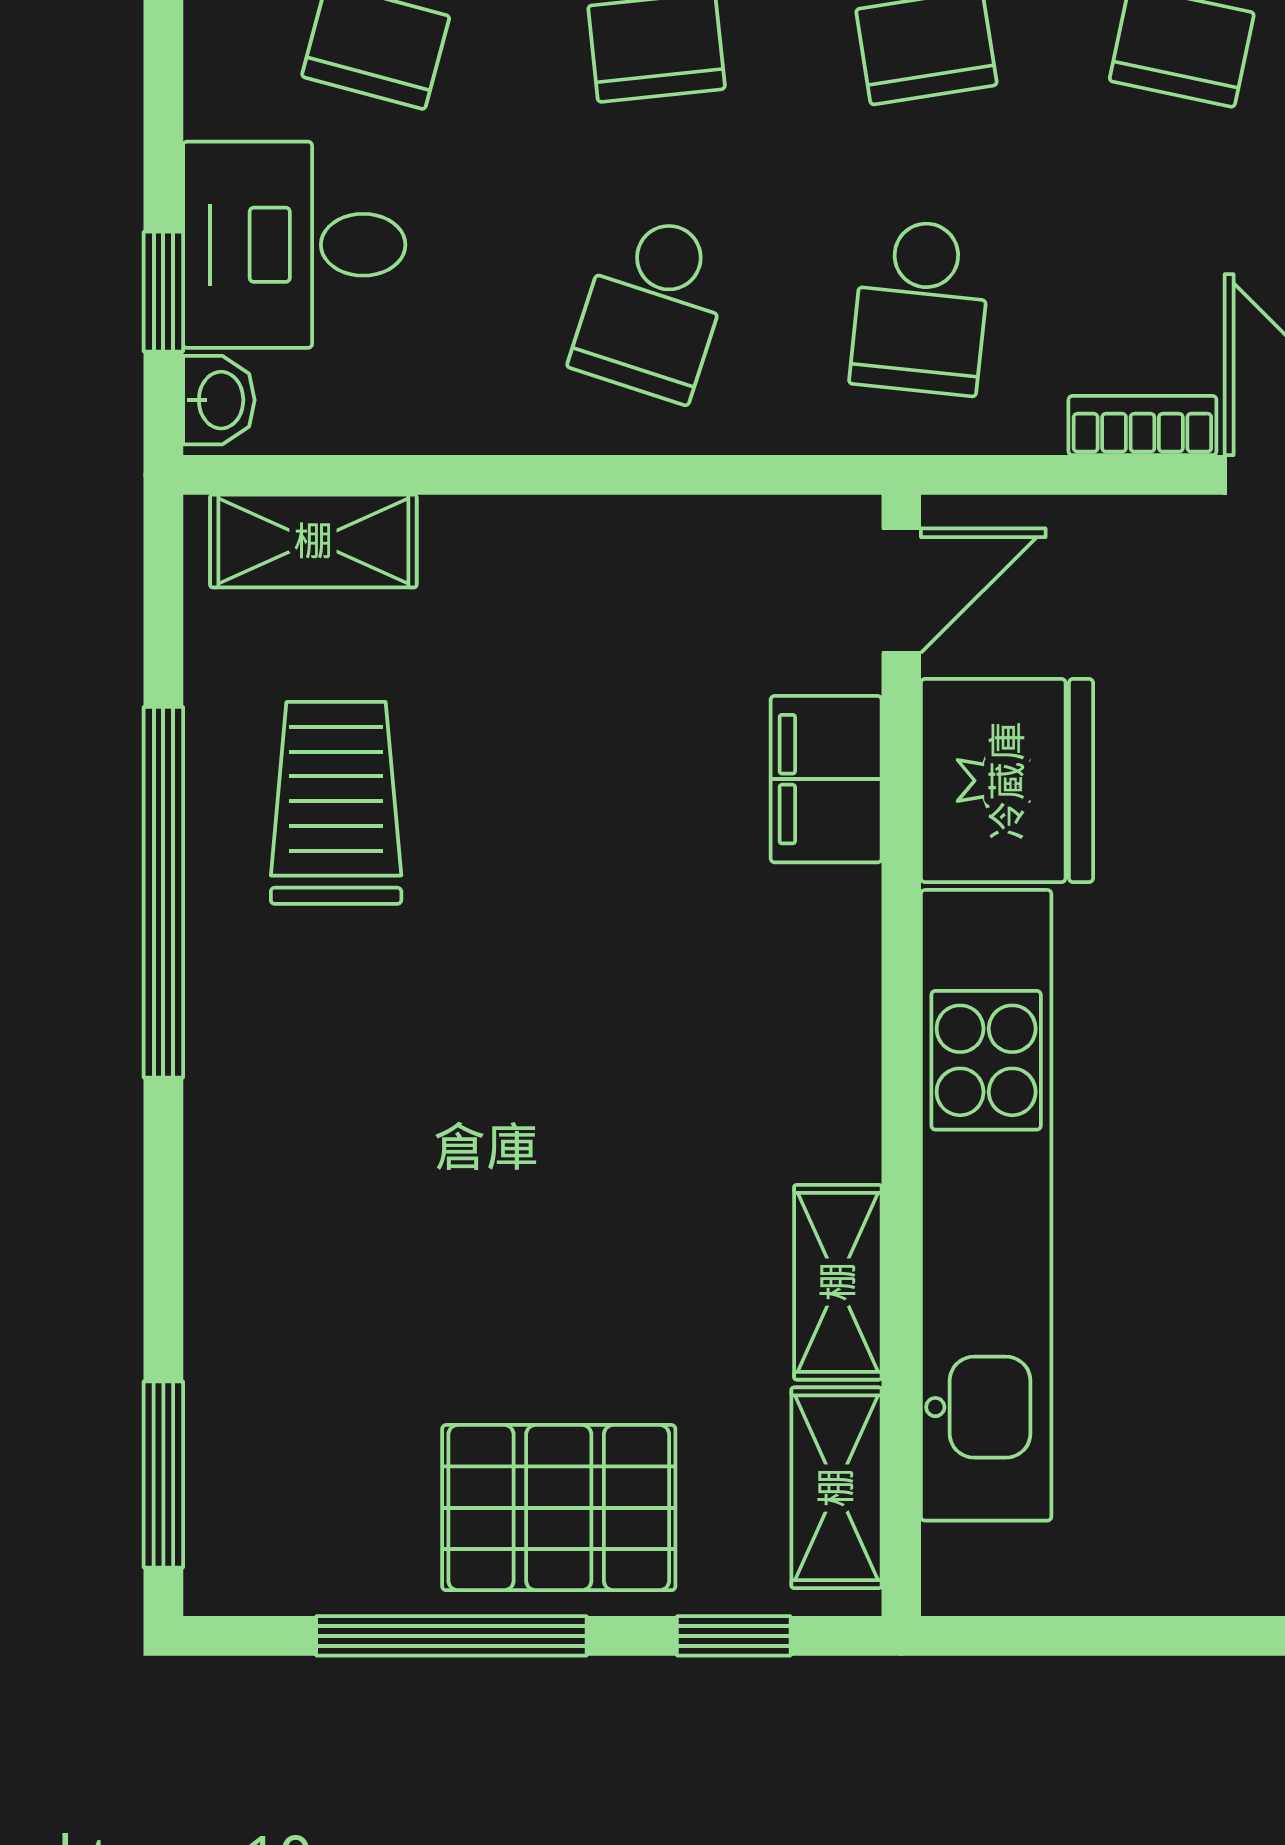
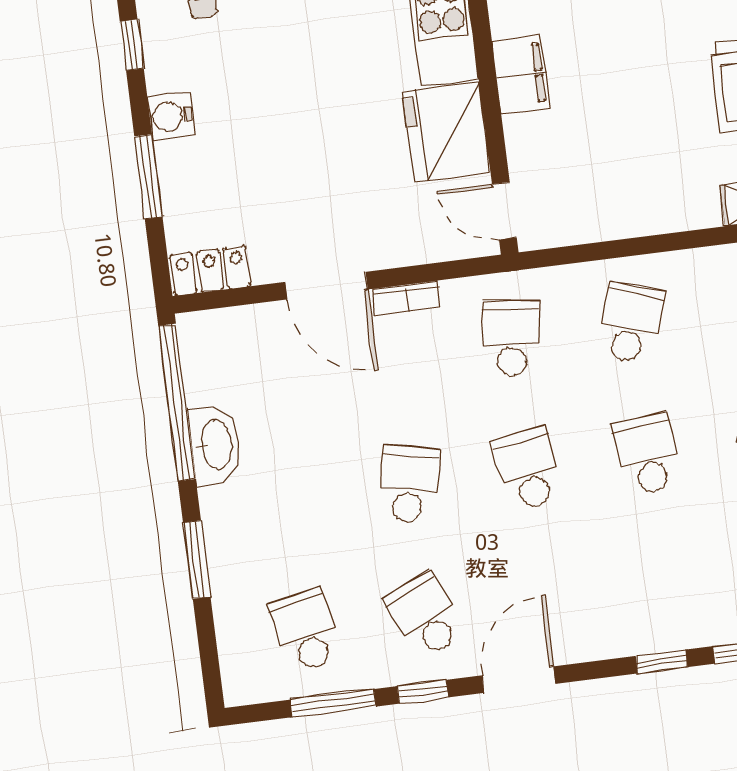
door: (901, 591) -> (504, 211), hinge flipped
filing cabinet: (826, 779) -> (521, 75), moved

